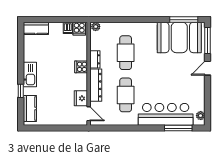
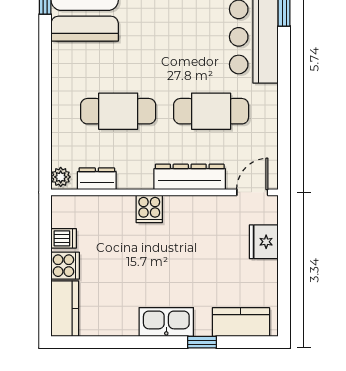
cooker: (79, 29) -> (65, 266), moved
dresser: (95, 59) -> (97, 179), moved
fridge: (81, 98) -> (264, 242), moved, turned 90

